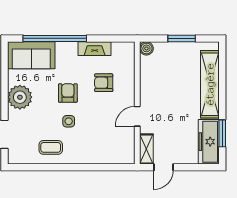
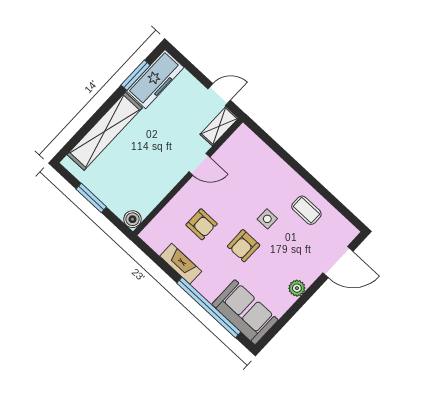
plant: (20, 97) -> (297, 288), width x0.53, depth x0.53

